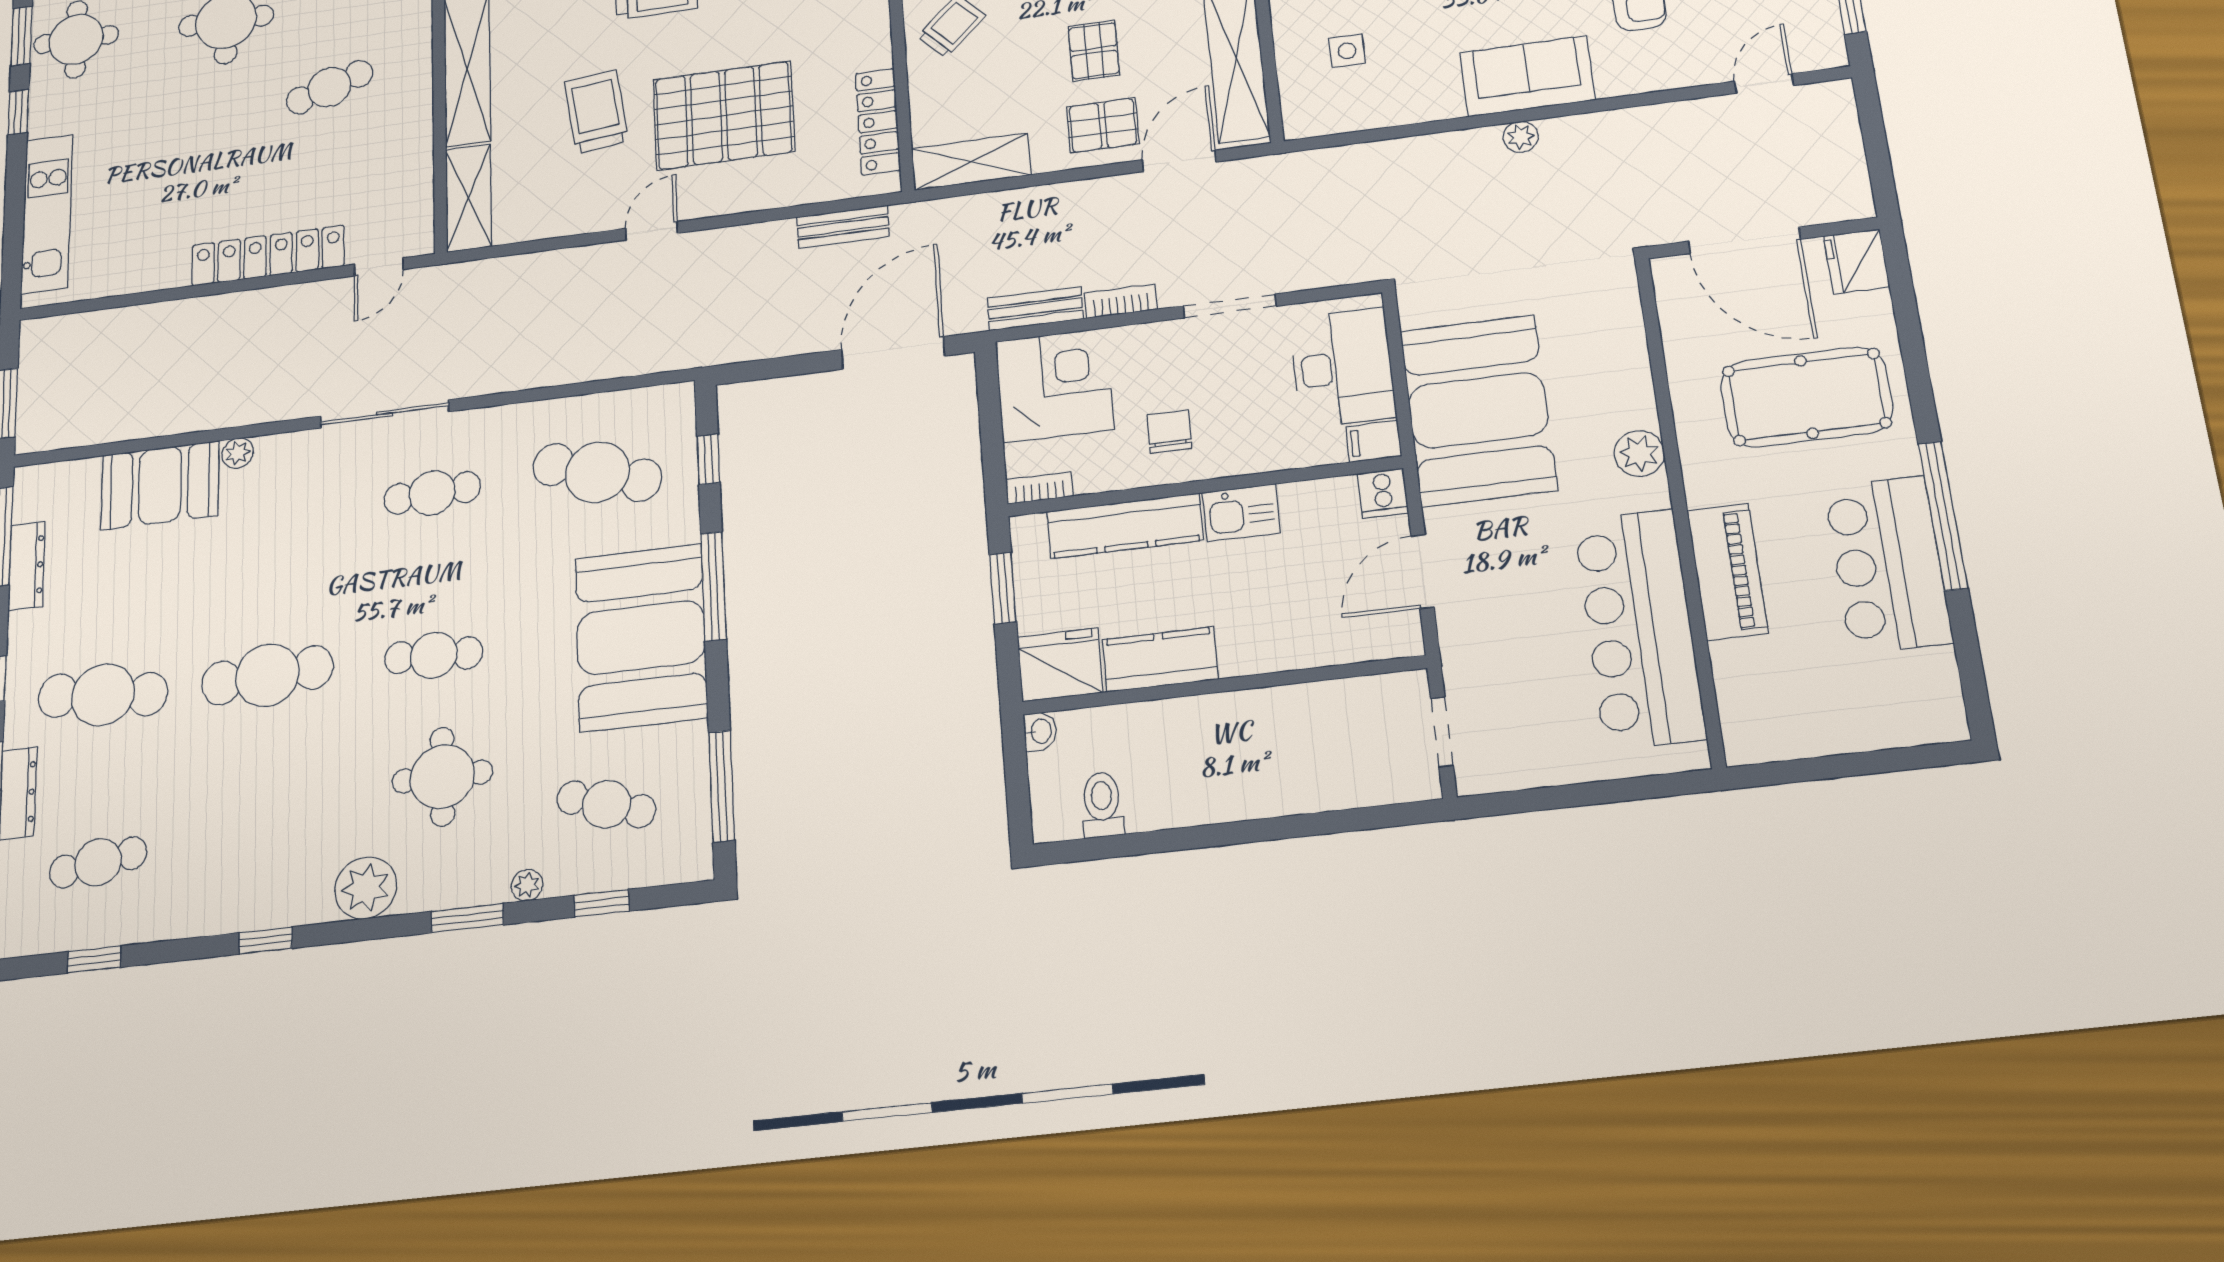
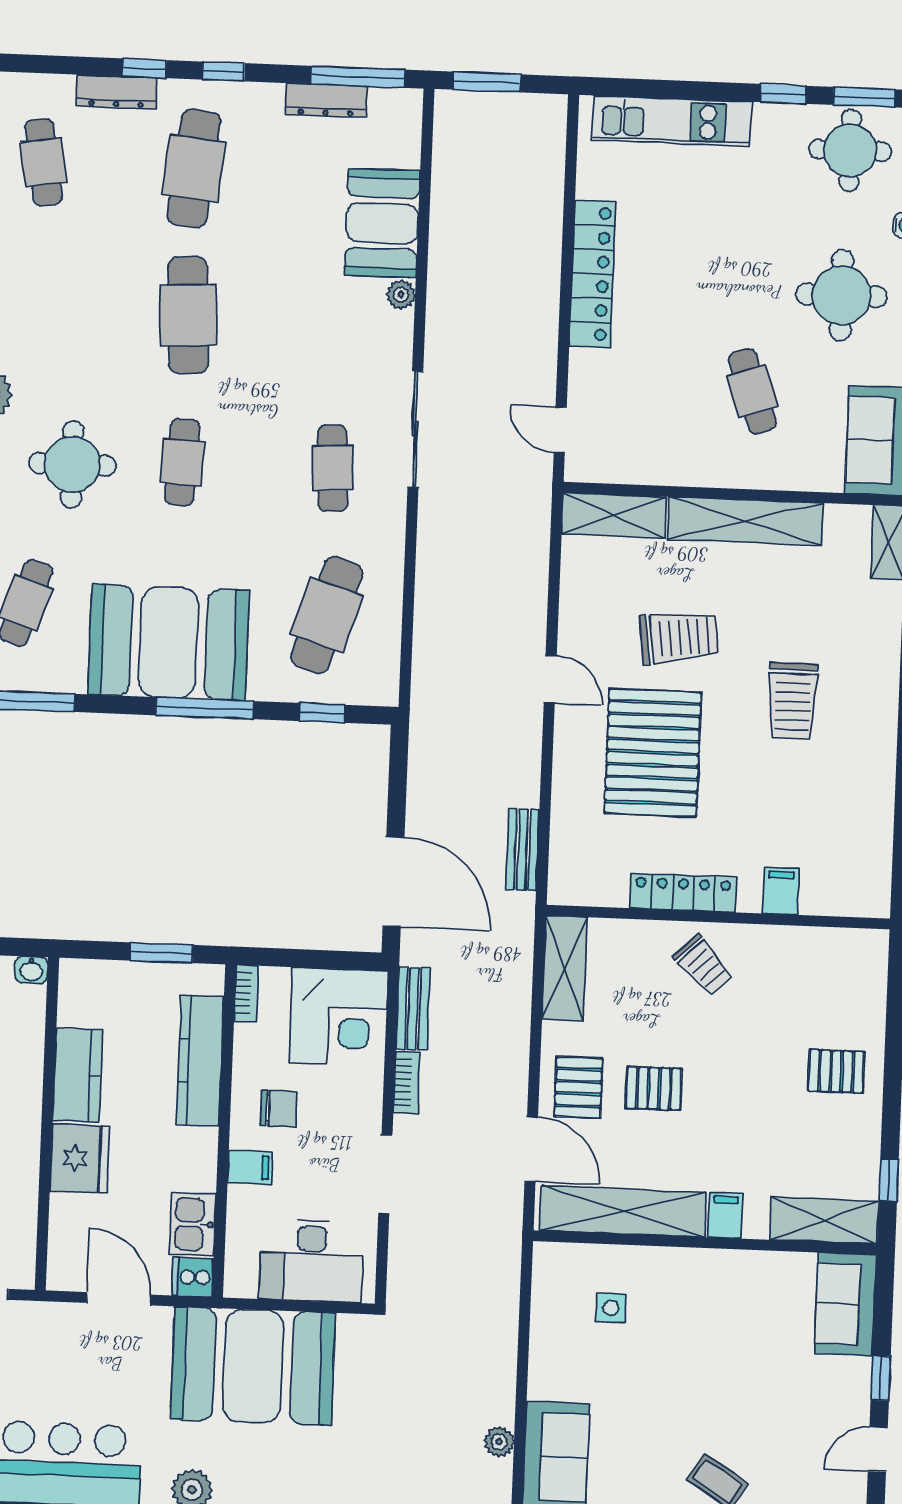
locker: (878, 122) -> (683, 893), moved
locker: (268, 256) -> (592, 274), moved
filing cabinet: (1374, 441) -> (250, 1167), moved, turned 90
kitchen sink: (1241, 513) -> (193, 1224), moved
fridge: (1060, 665) -> (80, 1158), moved

